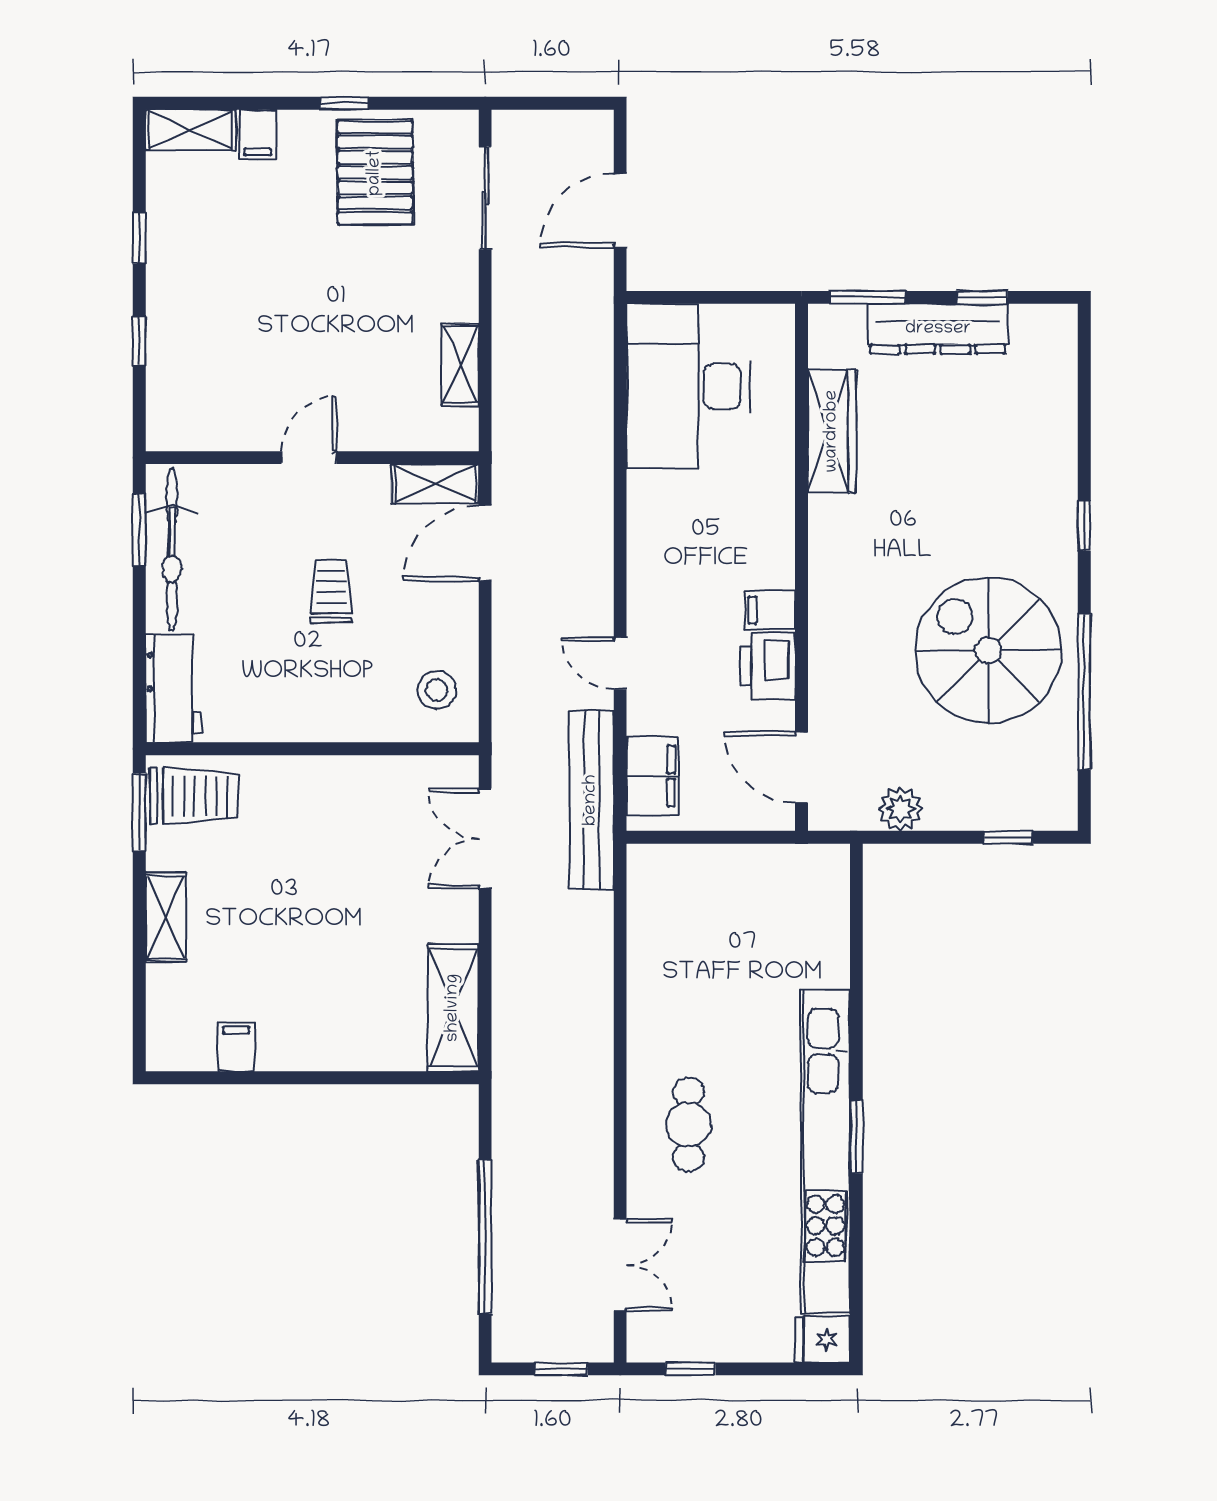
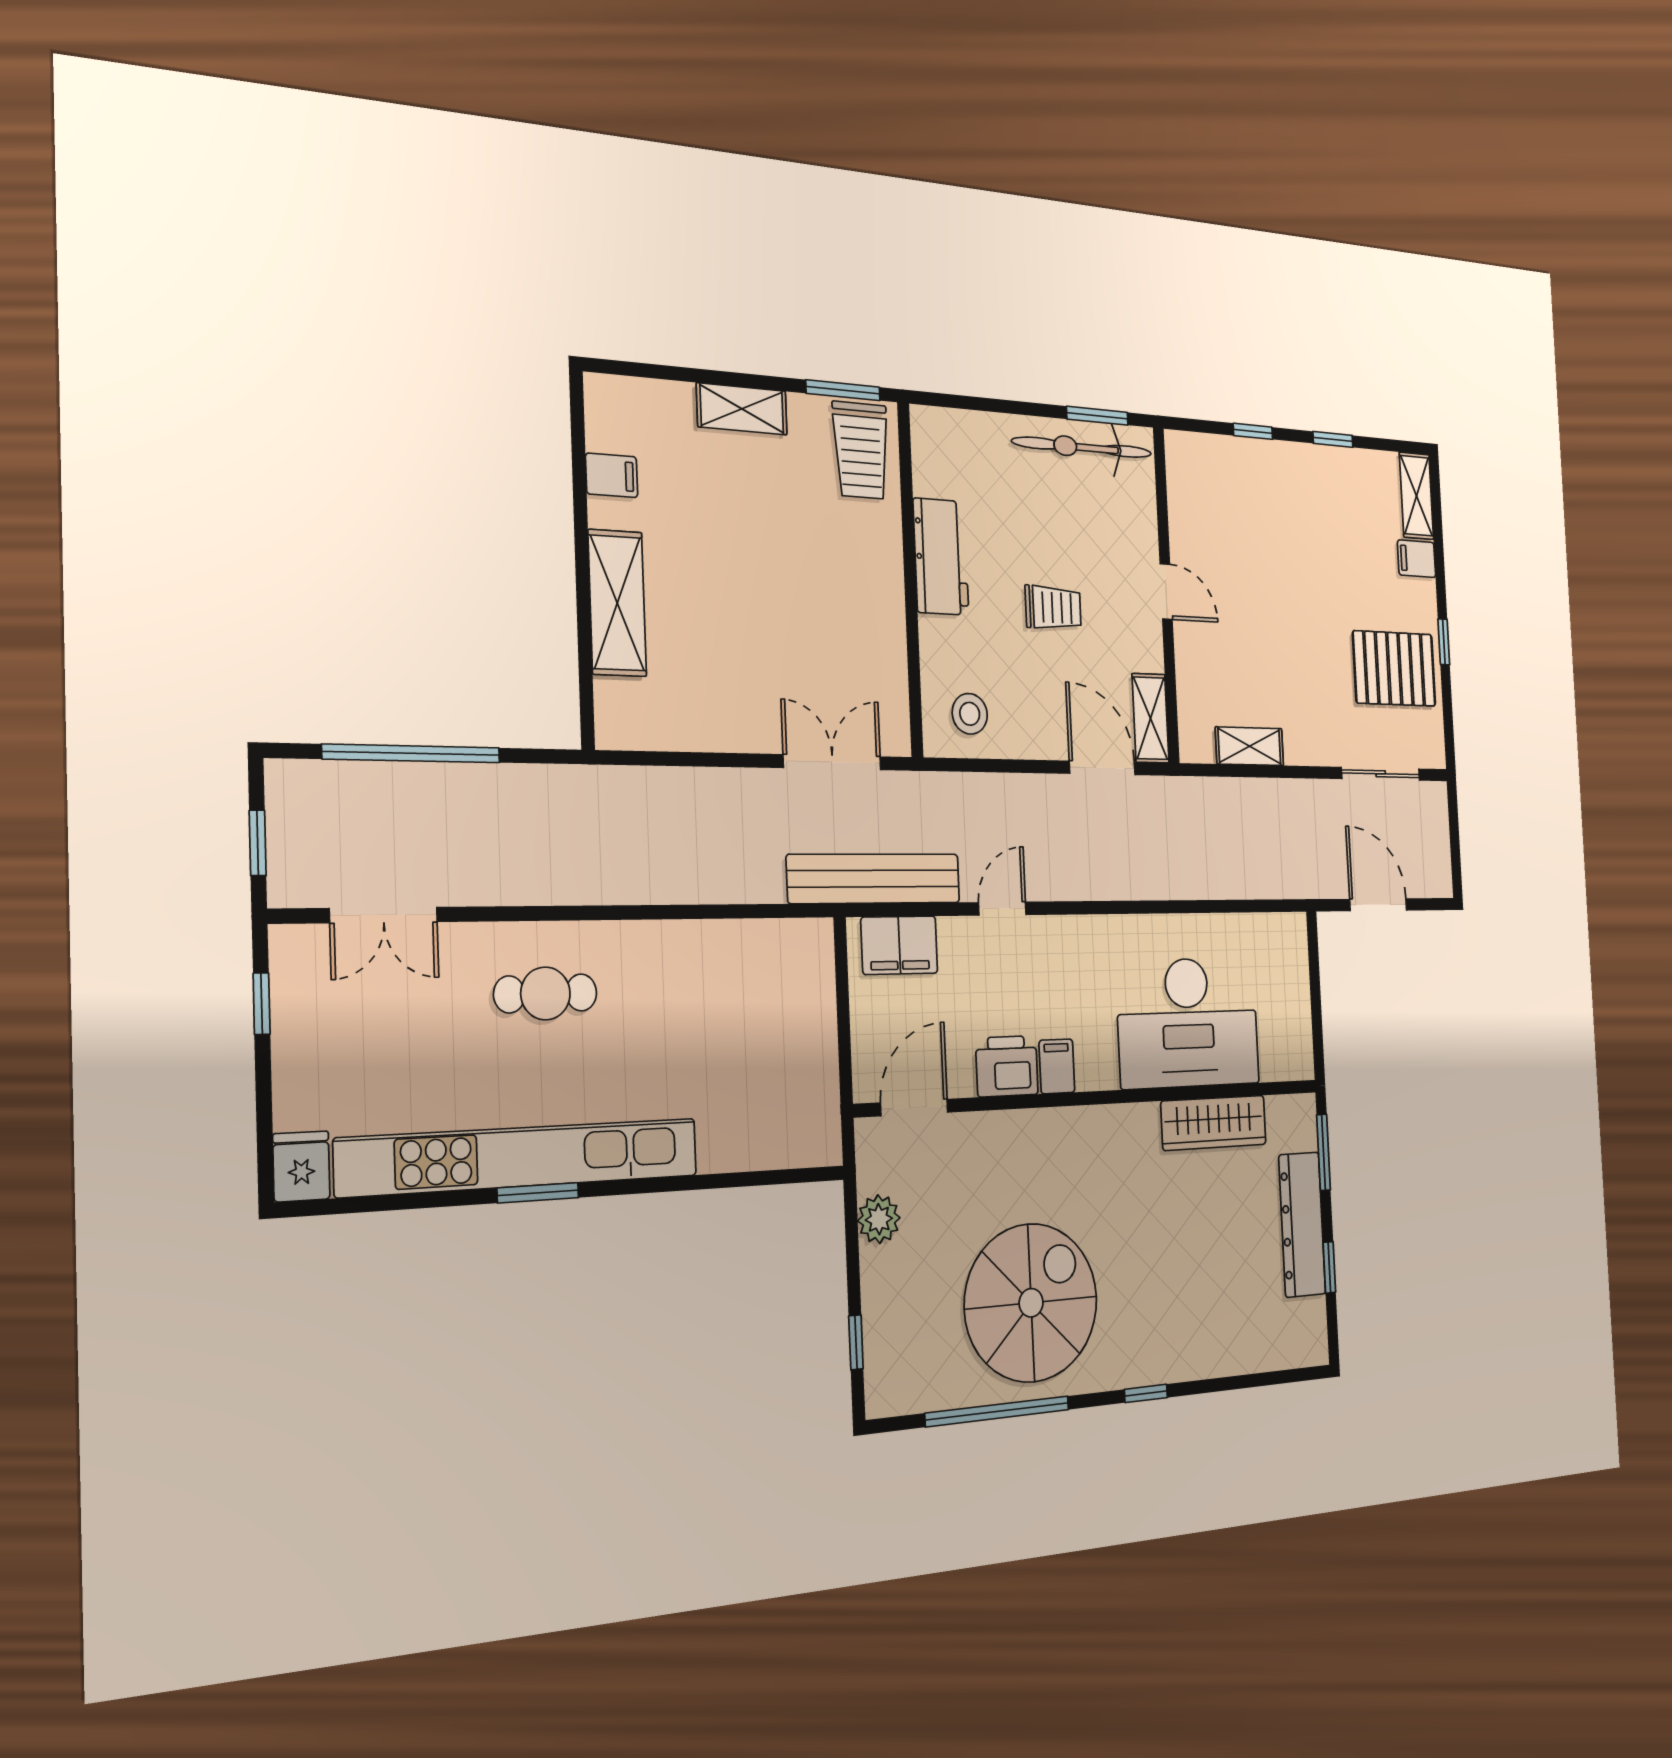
desk: (688, 386) -> (1188, 1023), moved, turned 180
workbench: (174, 688) -> (941, 557), moved, turned -90
shelving: (453, 1008) -> (617, 603), moved, turned 90

